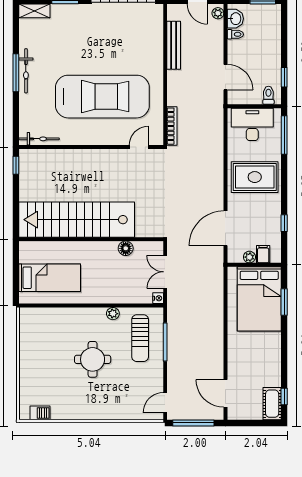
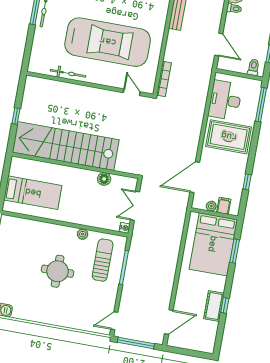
desk: (252, 124) -> (225, 100), moved, turned -90
bicycle: (39, 139) -> (68, 73), moved
door: (139, 147) -> (132, 92), hinge flipped
window: (16, 165) -> (16, 116), moved
sun lounger: (140, 338) -> (103, 260), turned 180
door: (225, 393) -> (169, 322), swing flipped
window: (284, 396) -> (225, 305), moved
cot: (272, 404) -> (214, 306), moved

